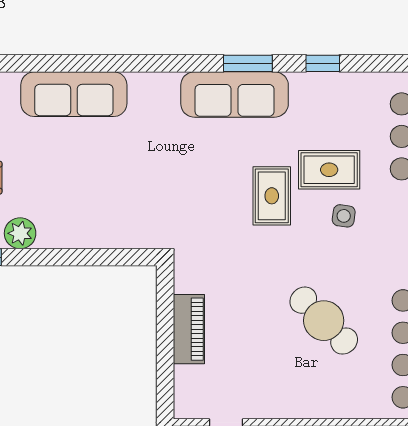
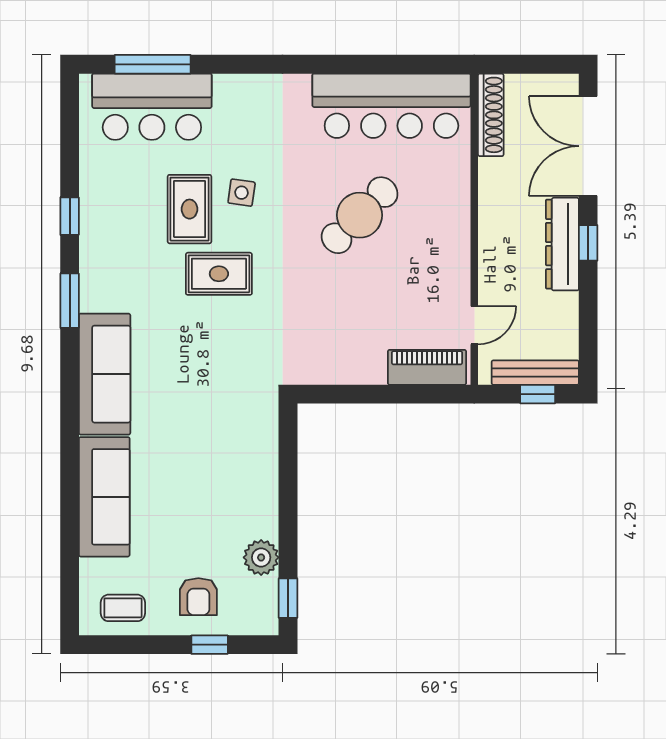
sofa: (235, 94) -> (105, 374), moved
piano: (189, 329) -> (427, 367), moved

